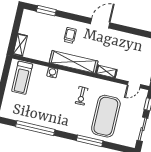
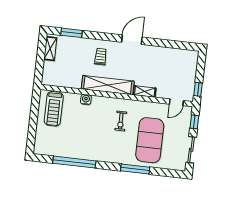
shelving: (20, 45) -> (50, 49), moved

